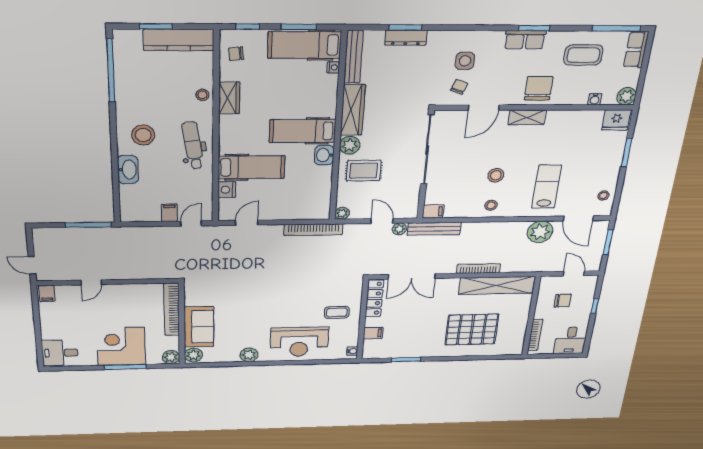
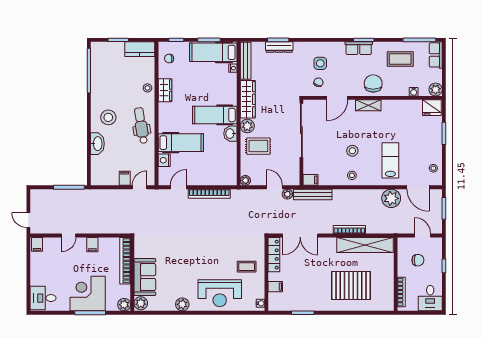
kitchen counter: (179, 40) -> (140, 49), width x0.67
bookcase: (313, 230) -> (209, 194), moved
filing cabinet: (125, 292) -> (92, 245), added

